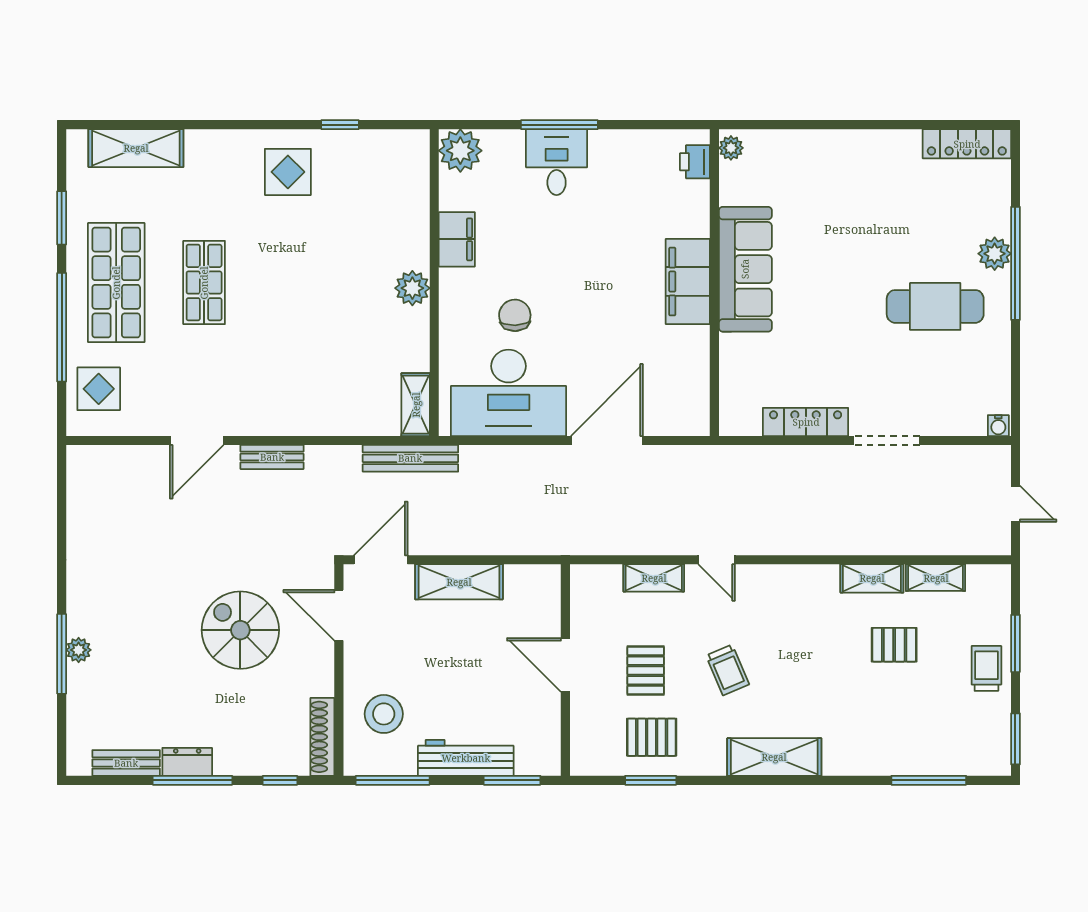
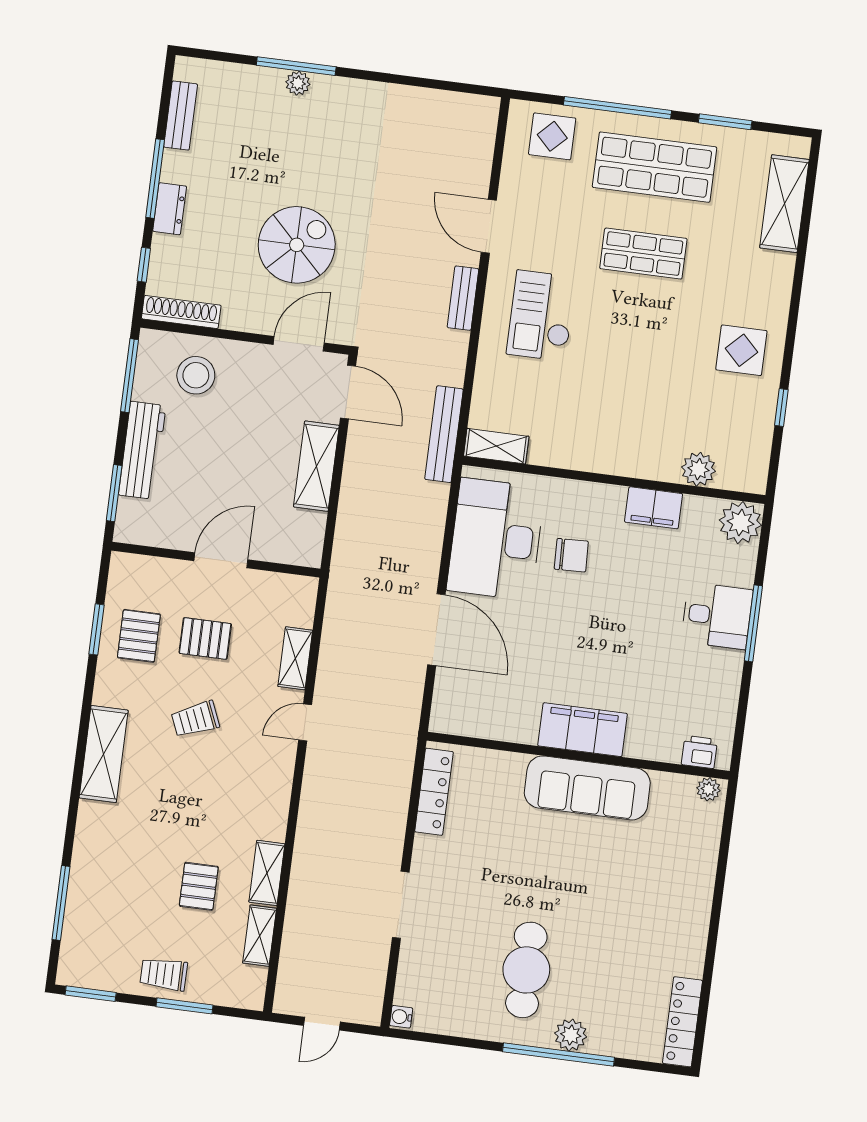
plant: (412, 288) -> (698, 469), moved
checkout: (279, 376) -> (541, 316), added
locker: (806, 422) -> (434, 792), moved
trolley: (986, 668) -> (164, 974), turned 180
dresser: (187, 762) -> (170, 209), moved

